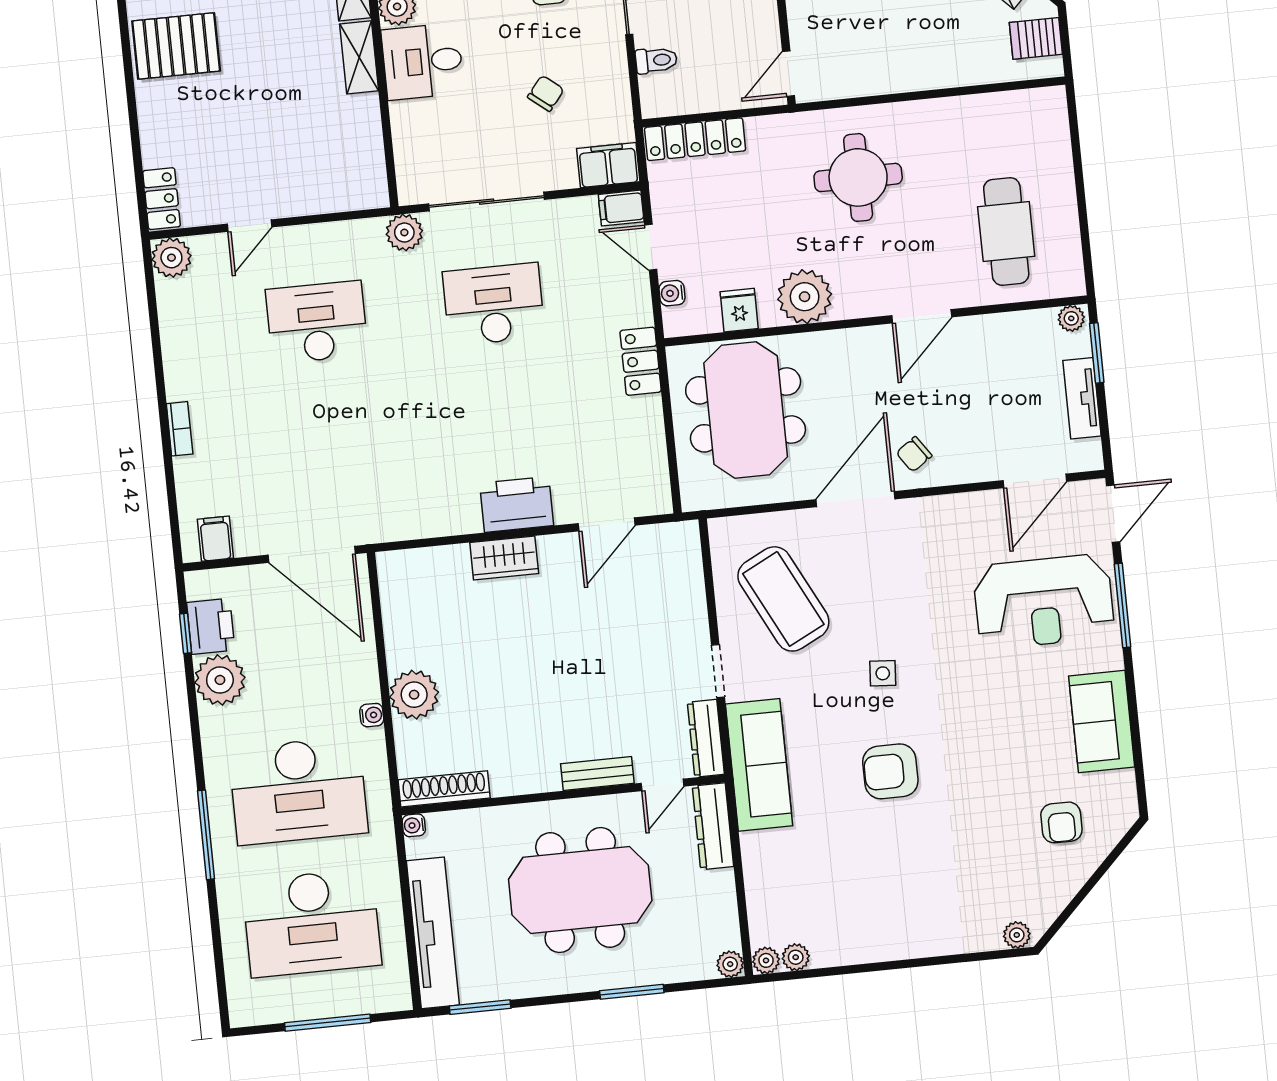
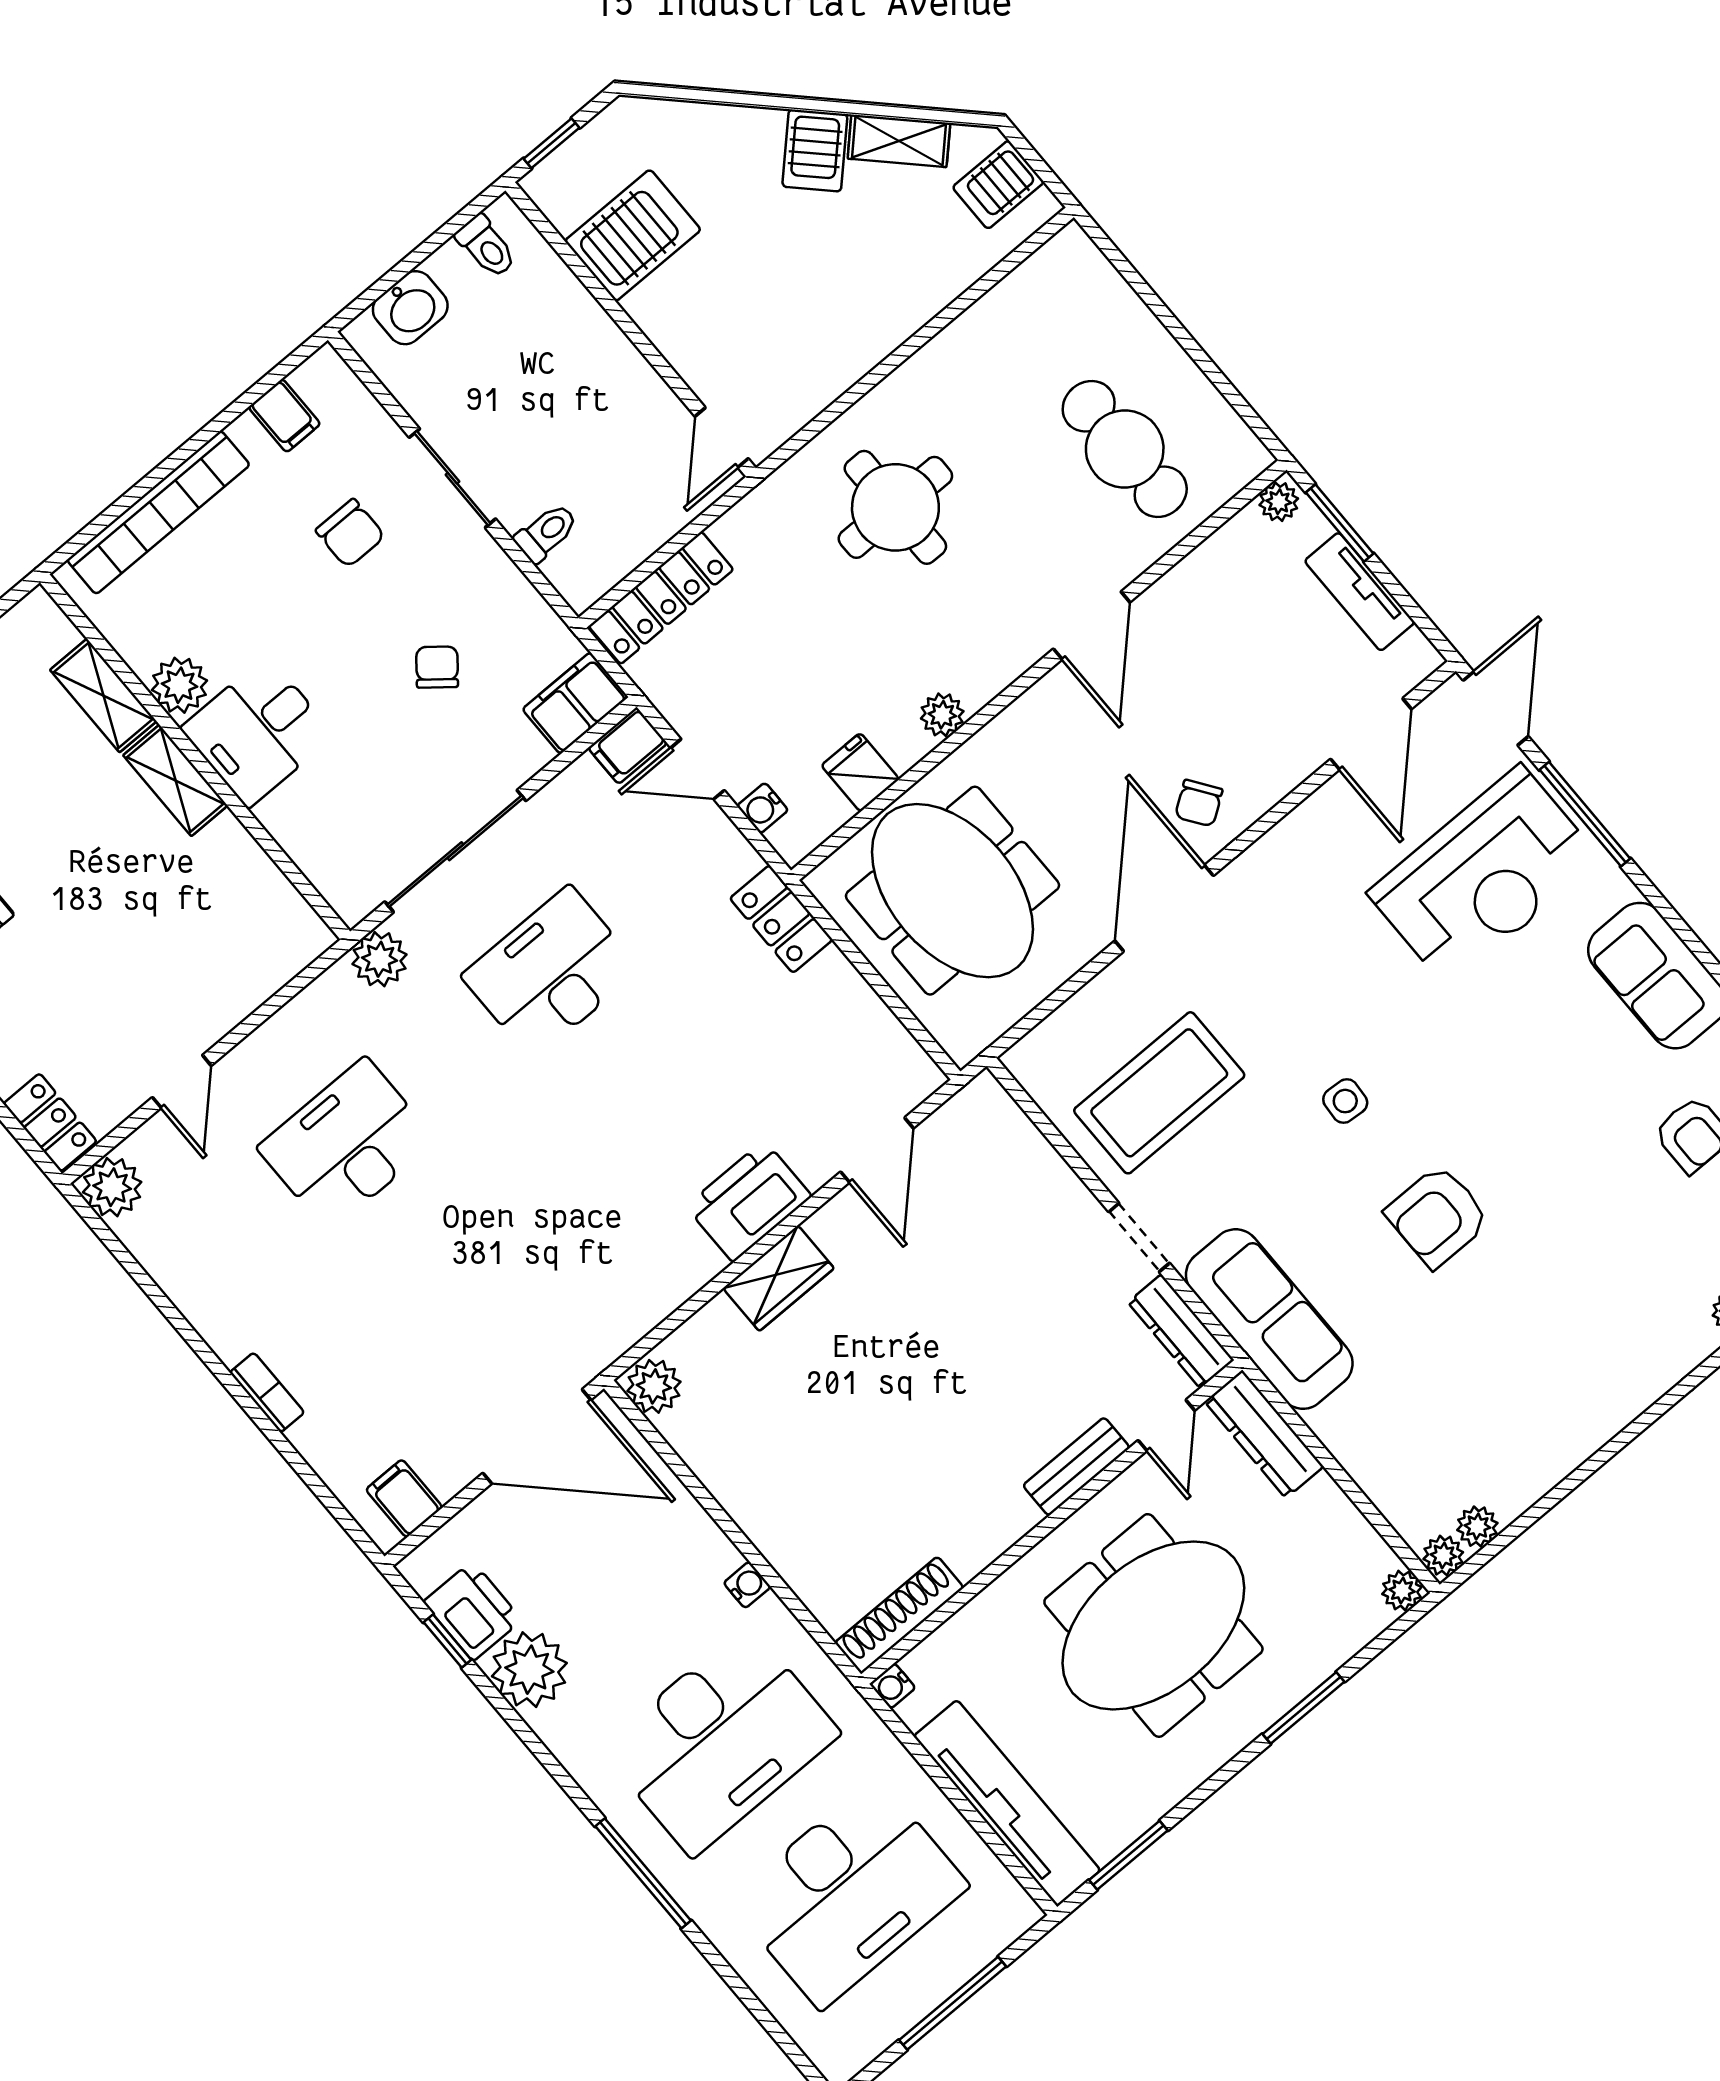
plant: (805, 297) -> (942, 715), width x0.53, depth x0.53
coffee table: (783, 599) -> (1159, 1093), turned -63
plant: (414, 695) -> (654, 1386), moved, width x0.73, depth x0.73

